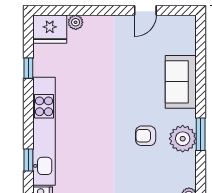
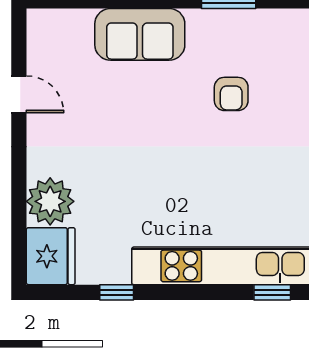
plant: (76, 22) -> (50, 201), width x1.88, depth x1.88
plant: (183, 139) -> (236, 31), removed

